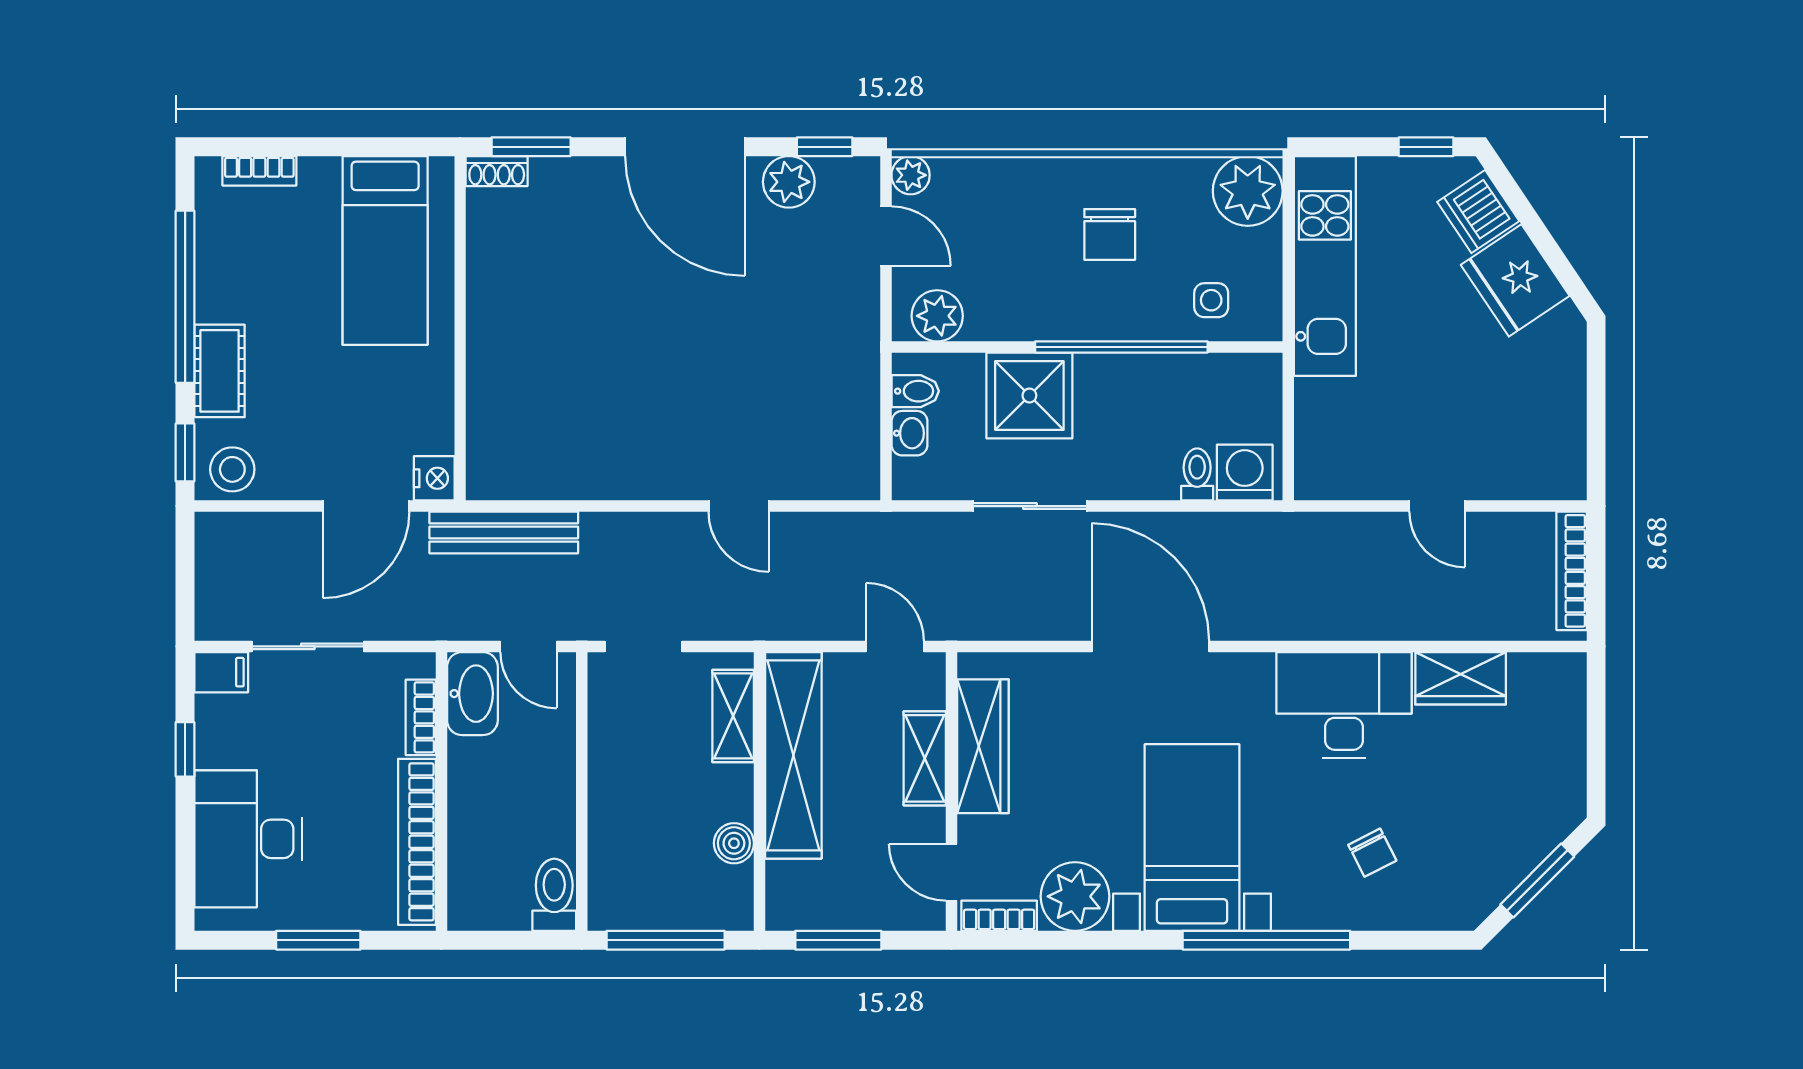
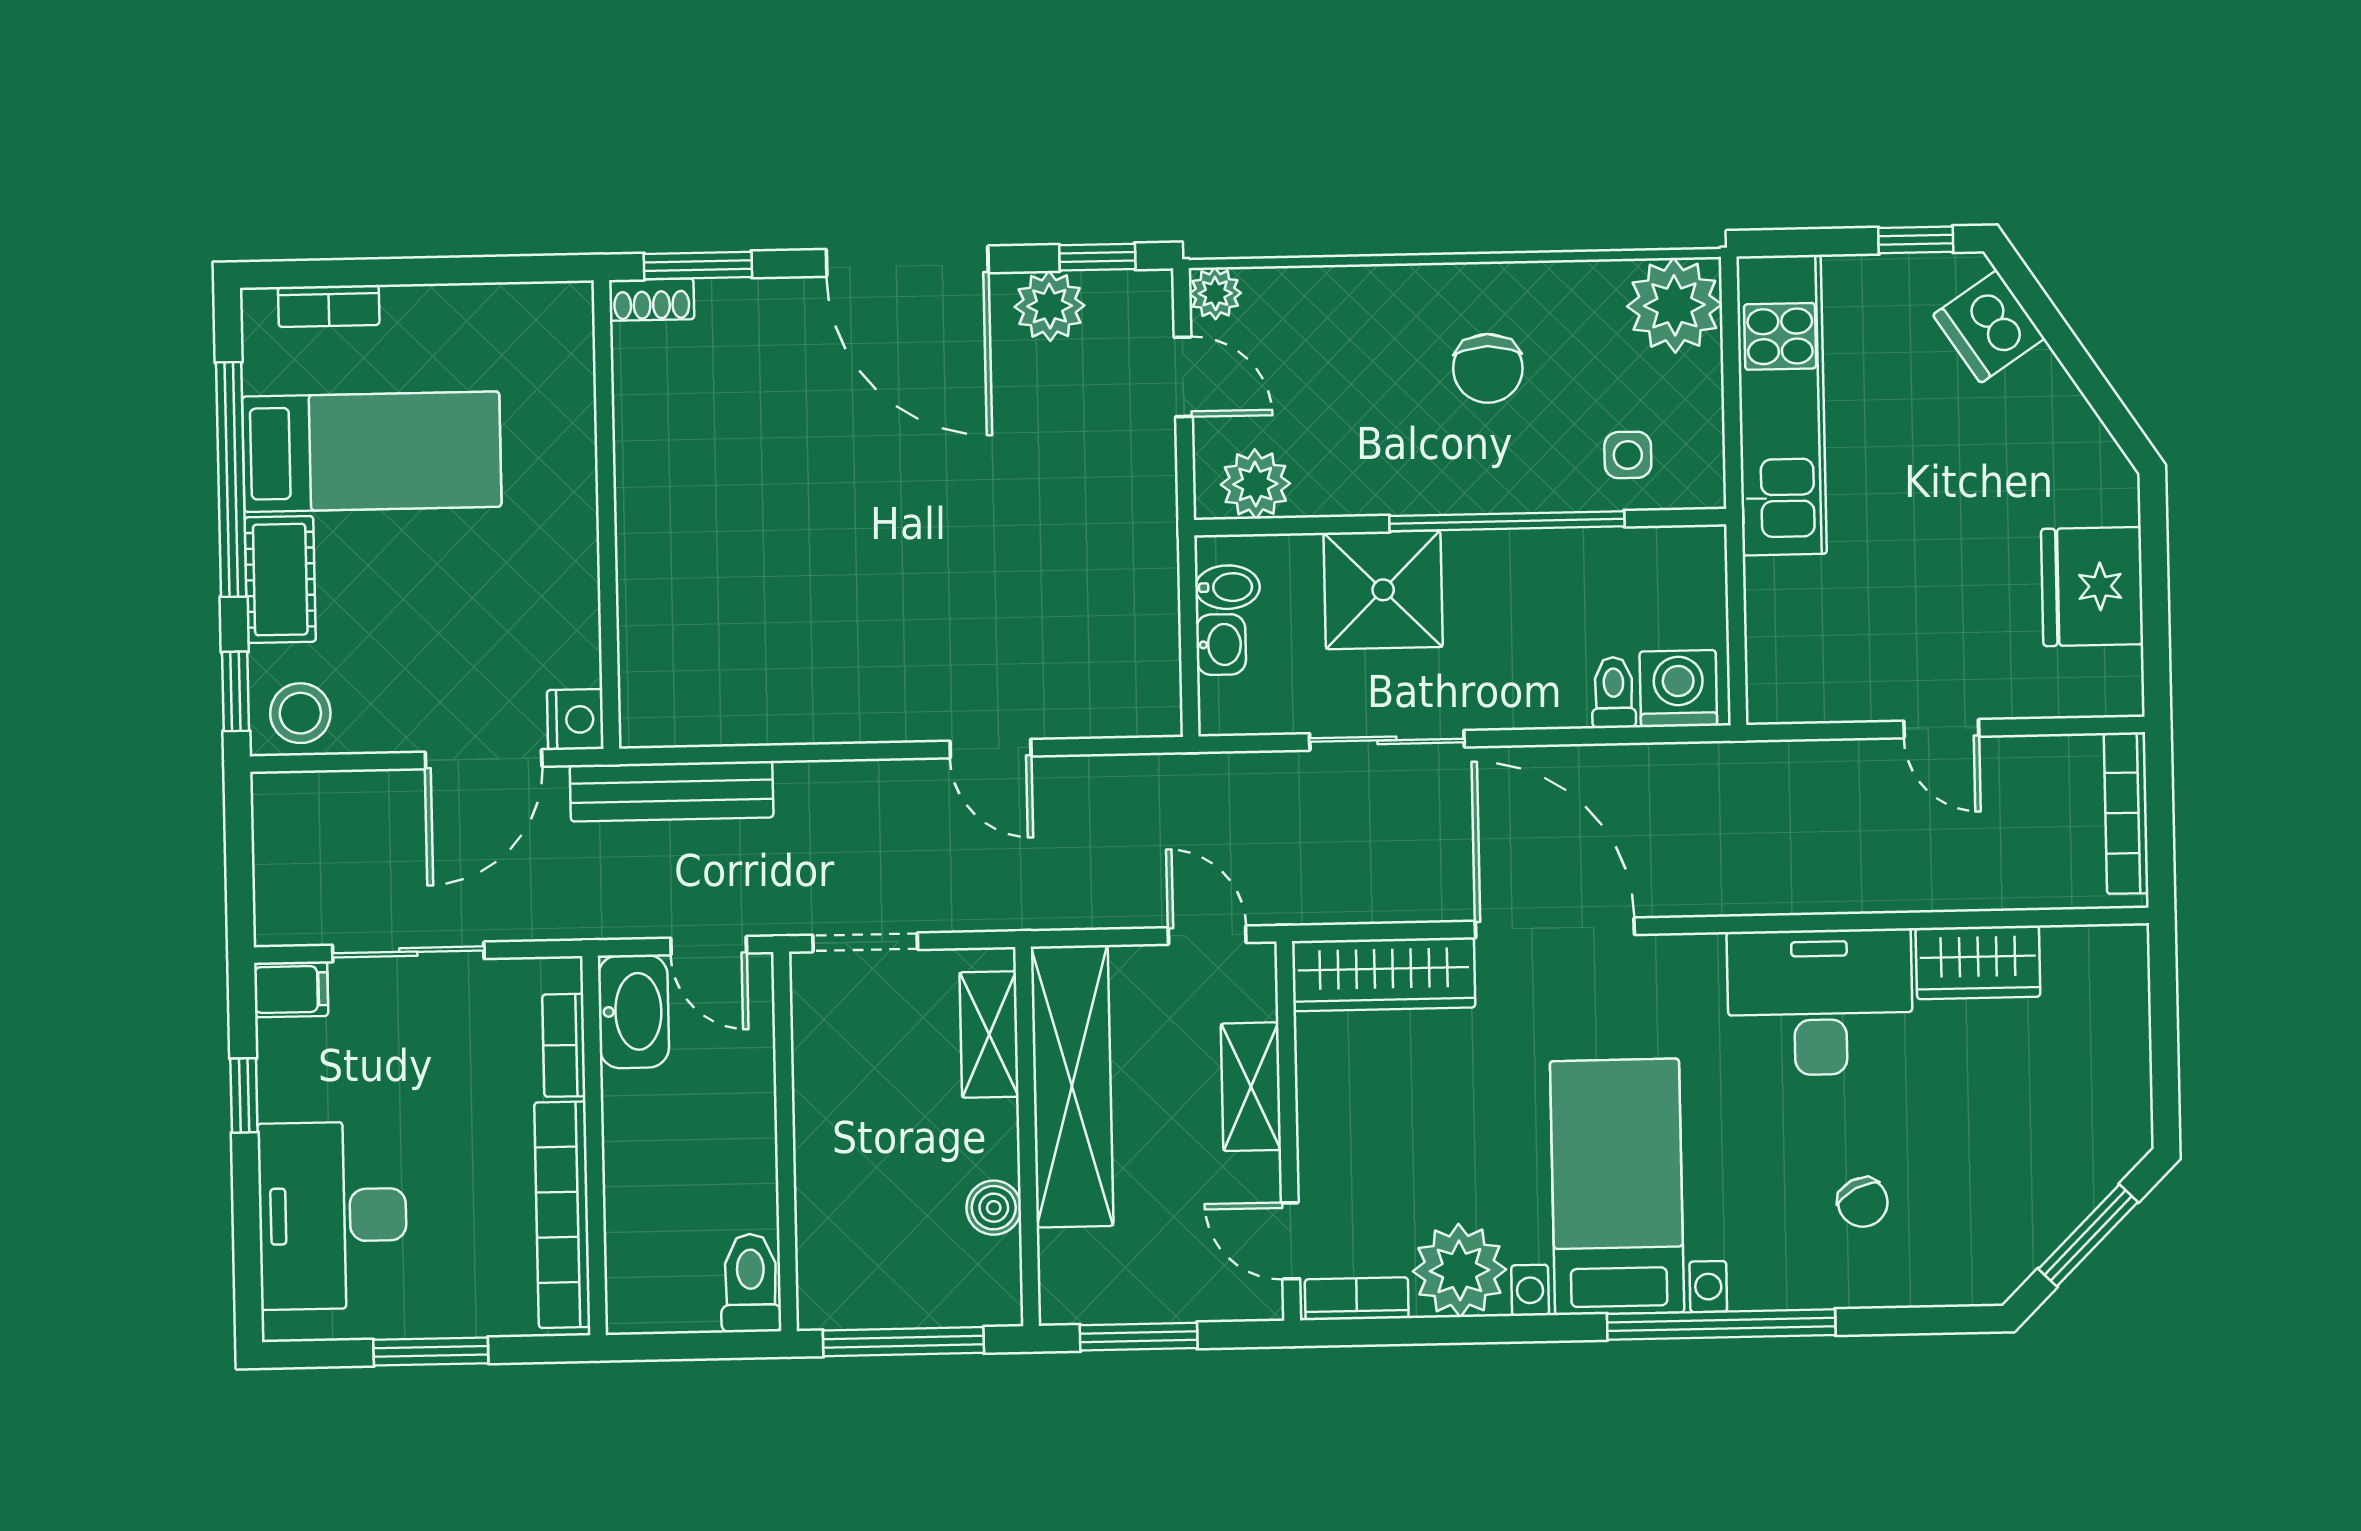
bed: (385, 250) -> (372, 452), moved, turned -90
fridge: (1515, 280) -> (2092, 587), moved, turned 34
wardrobe: (983, 746) -> (1384, 974), moved, turned 90

